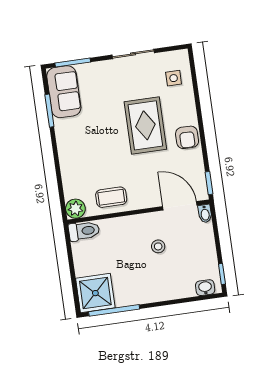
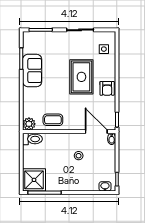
sofa: (64, 92) -> (32, 70), moved

